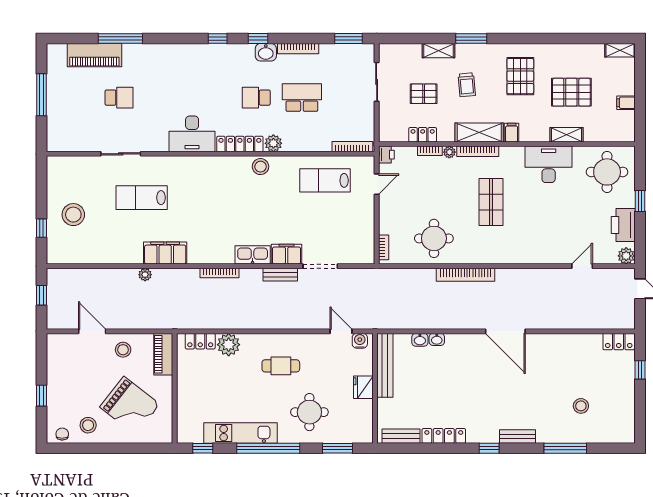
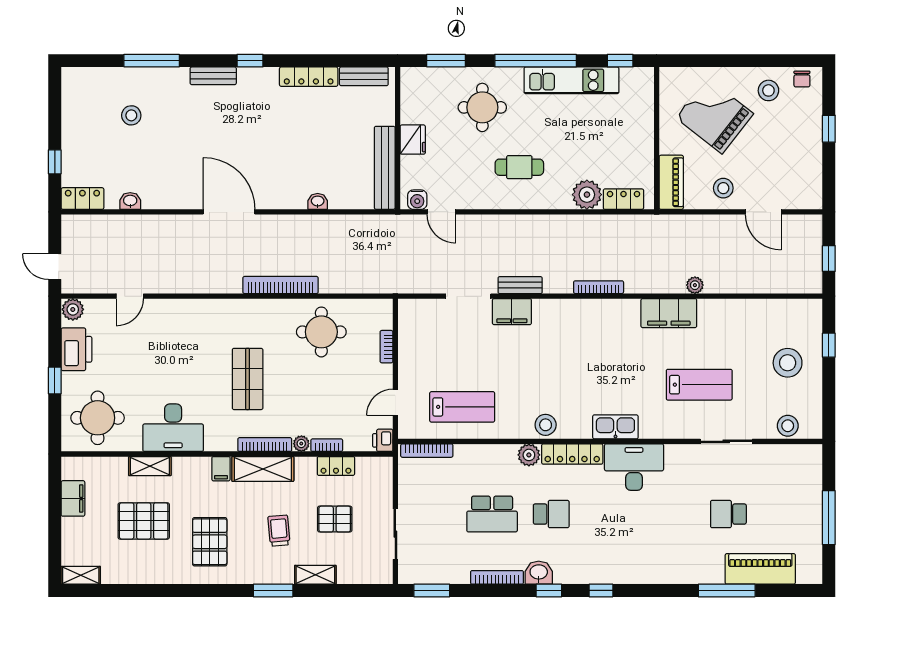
filing cabinet: (626, 103) -> (73, 498), width x2.00
stool: (73, 166) -> (788, 426), added
bookcase: (384, 247) -> (386, 347), moved
kitchen sink: (253, 255) -> (615, 427), moved, turned 180
washbasin: (420, 340) -> (130, 201), moved

